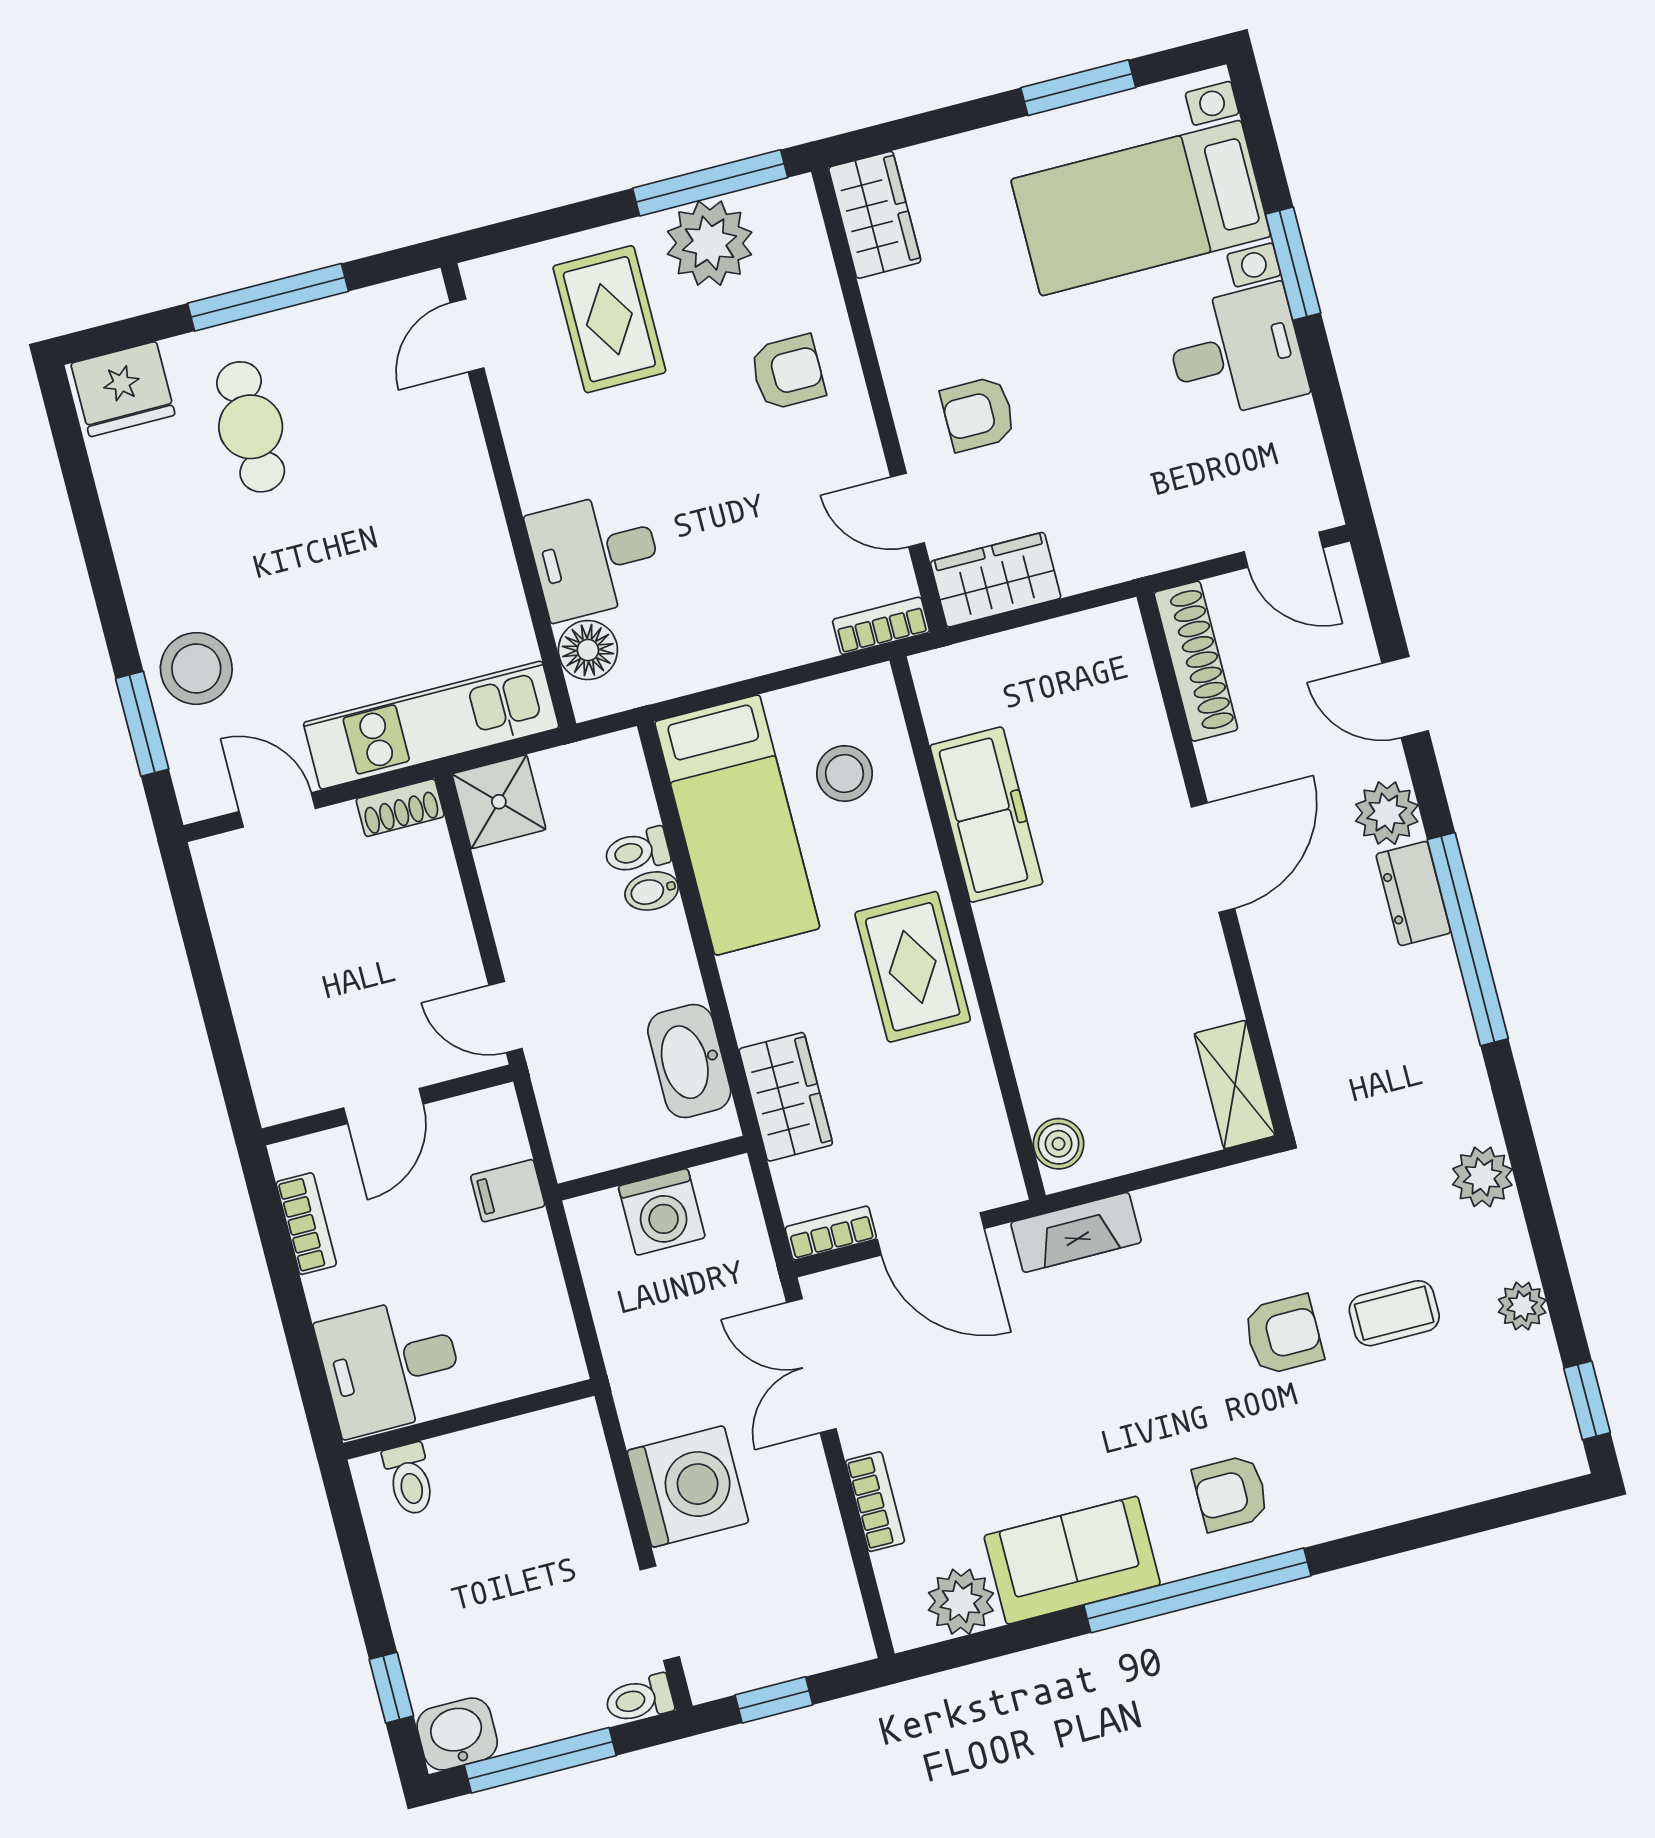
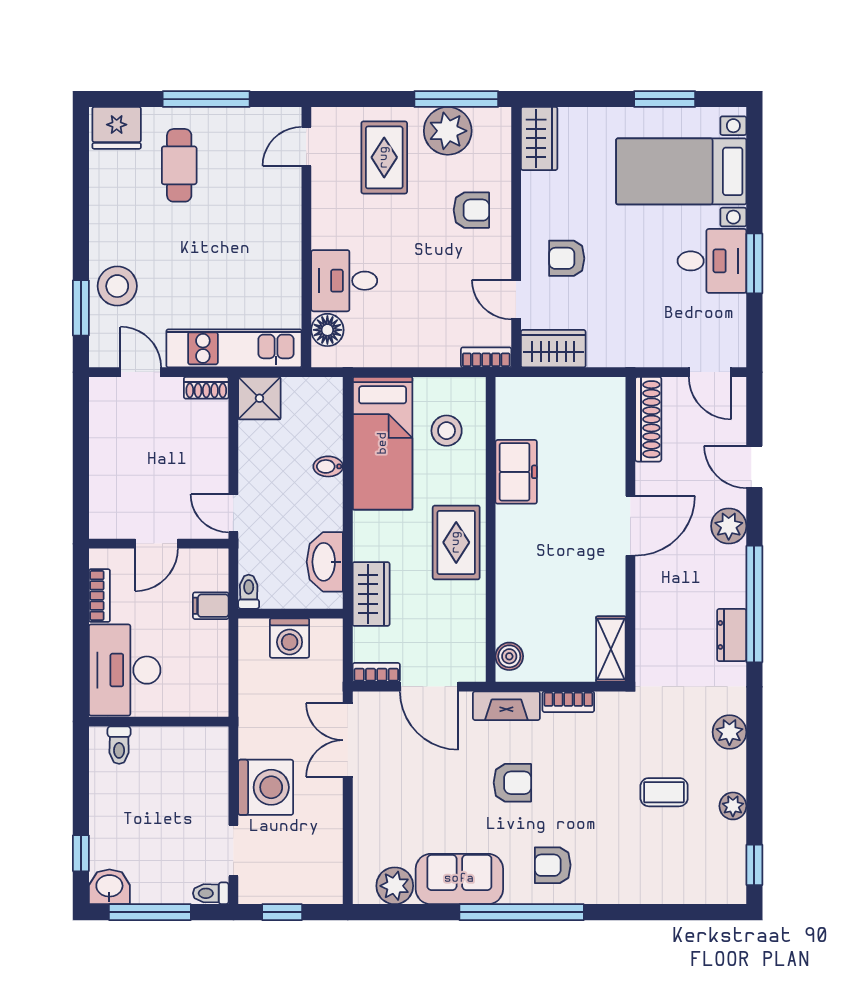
window: (1293, 264) -> (754, 263), moved
freezer: (986, 815) -> (516, 472), width x0.71
toilet: (637, 851) -> (249, 592), moved, turned 90
dresser: (1413, 894) -> (732, 635), moved
armchair: (1283, 1335) -> (512, 783), moved
desk: (391, 1366) -> (125, 670), width x1.37
bookcase: (875, 1502) -> (568, 702), moved, turned 90

